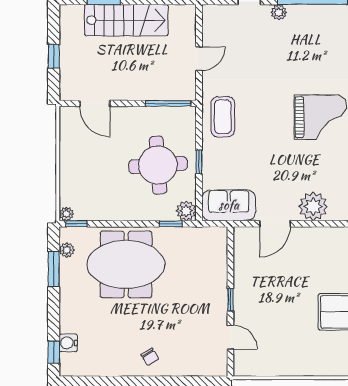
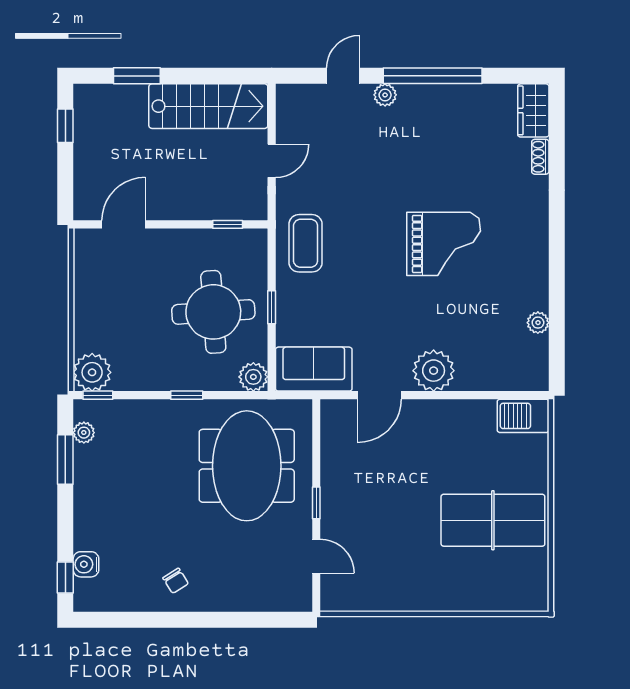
stairs: (126, 20) -> (208, 106), moved
window: (54, 56) -> (65, 126), moved
door: (95, 103) -> (124, 224), swing flipped
window: (168, 103) -> (228, 224), width x0.46
plant: (66, 214) -> (92, 372), width x1.88, depth x1.88
window: (171, 224) -> (187, 395), moved
meeting table: (126, 264) -> (247, 466), moved, turned 90
chair: (150, 357) -> (176, 581), moved

